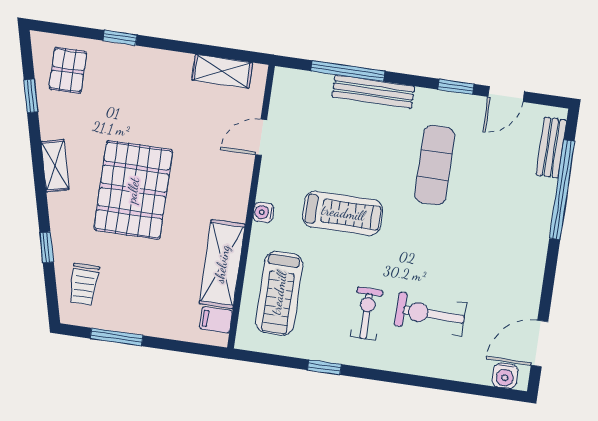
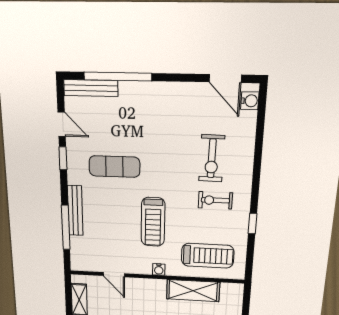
bench: (551, 147) -> (91, 88), width x1.36
treadmill: (343, 213) -> (153, 222), turned 180
filing cabinet: (216, 320) -> (228, 291), removed

